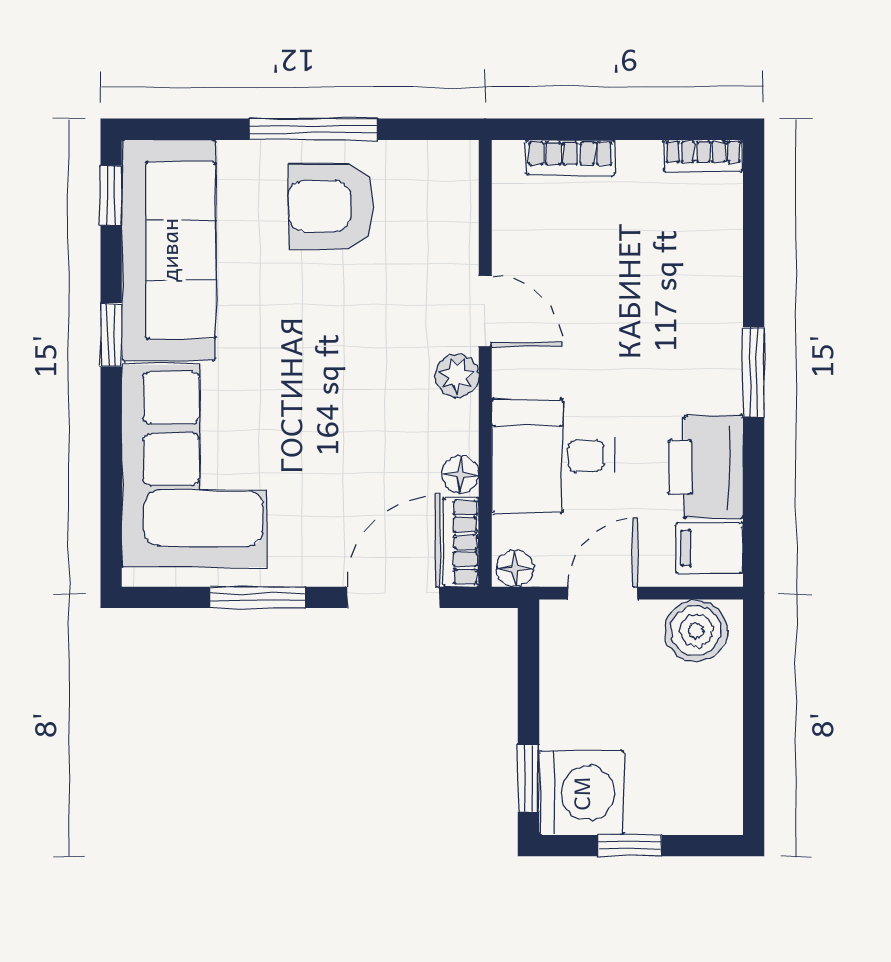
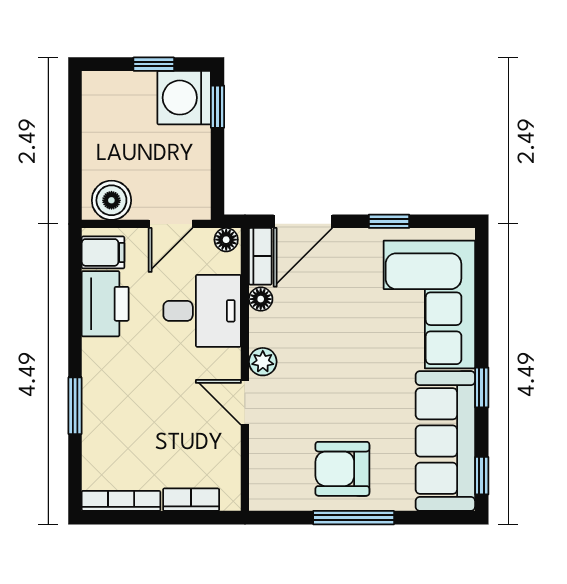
bookcase: (703, 156) -> (121, 501), width x1.56
armchair: (331, 206) -> (342, 469), turned 180
window: (754, 372) -> (75, 406), moved
window: (258, 597) -> (389, 221), width x0.67

